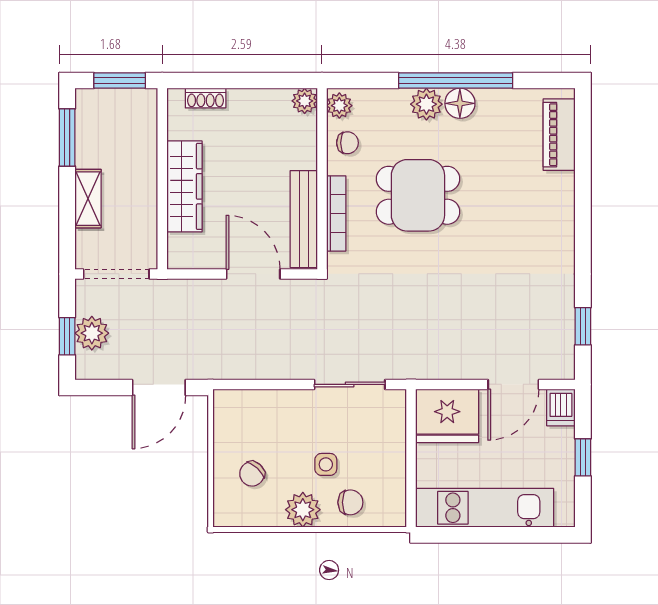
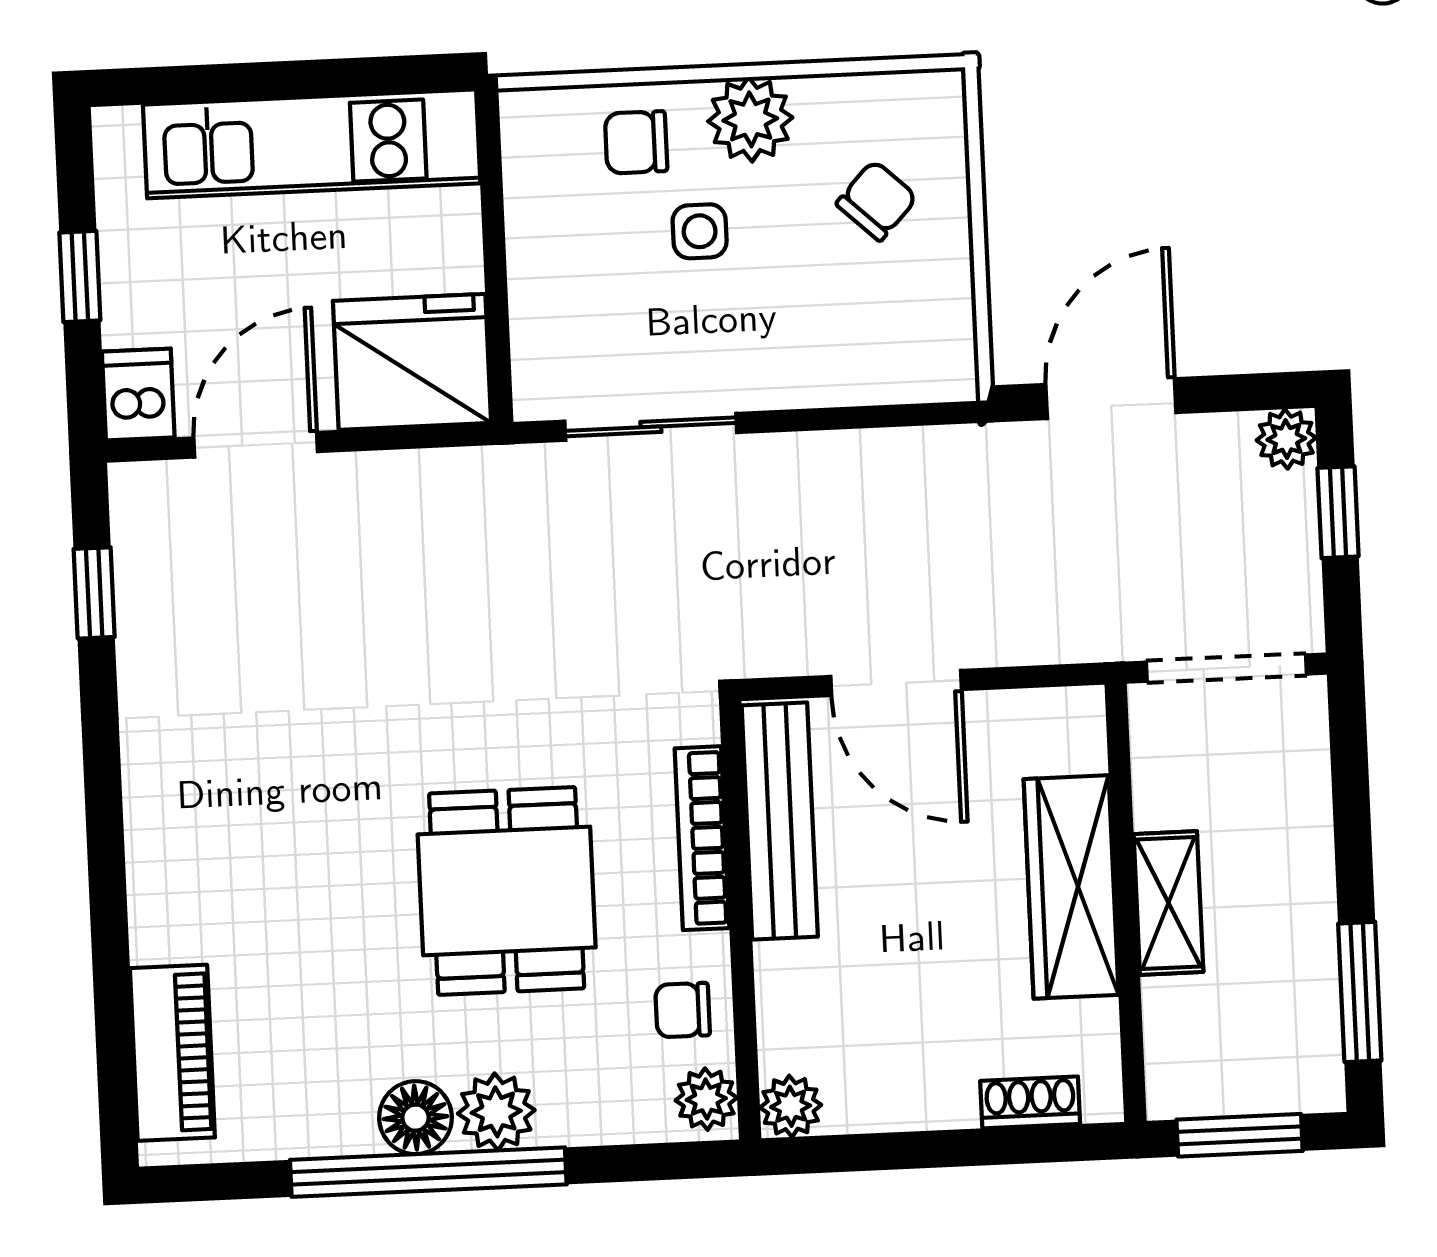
dining table: (418, 195) -> (507, 891), turned 90
shelving: (88, 199) -> (1168, 903), moved
plant: (92, 333) -> (1286, 439), moved, width x0.73, depth x0.73

